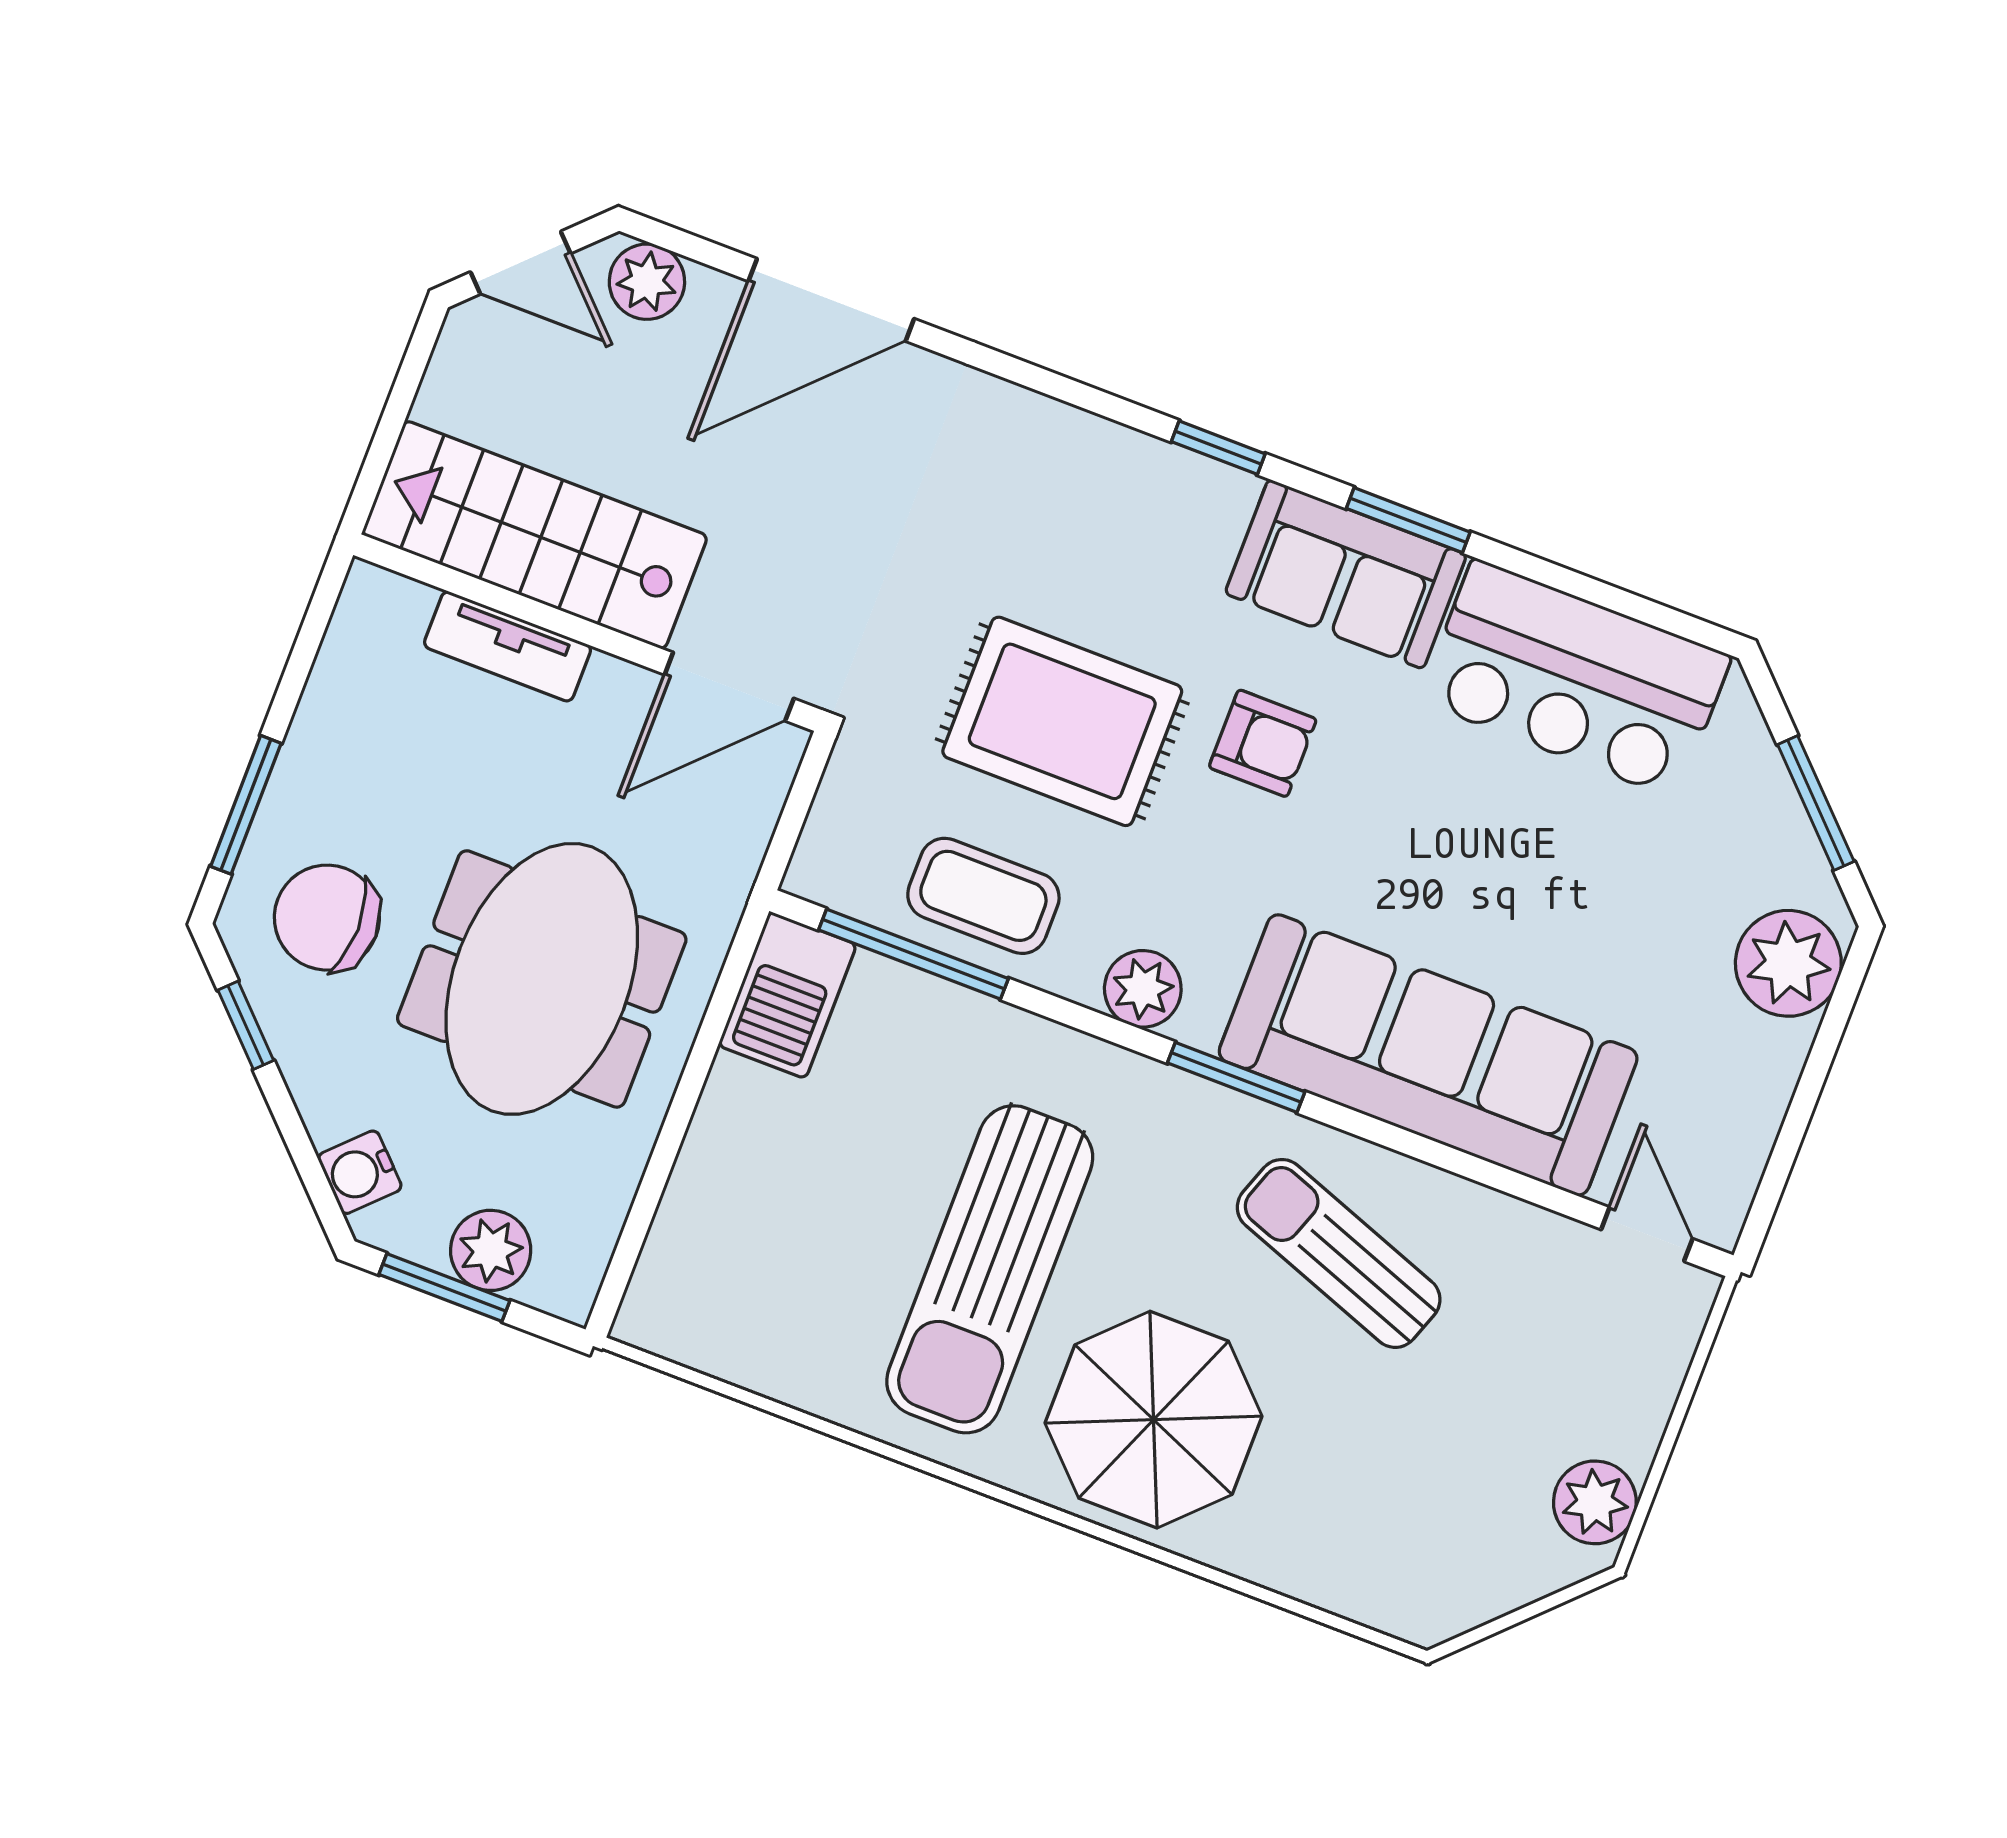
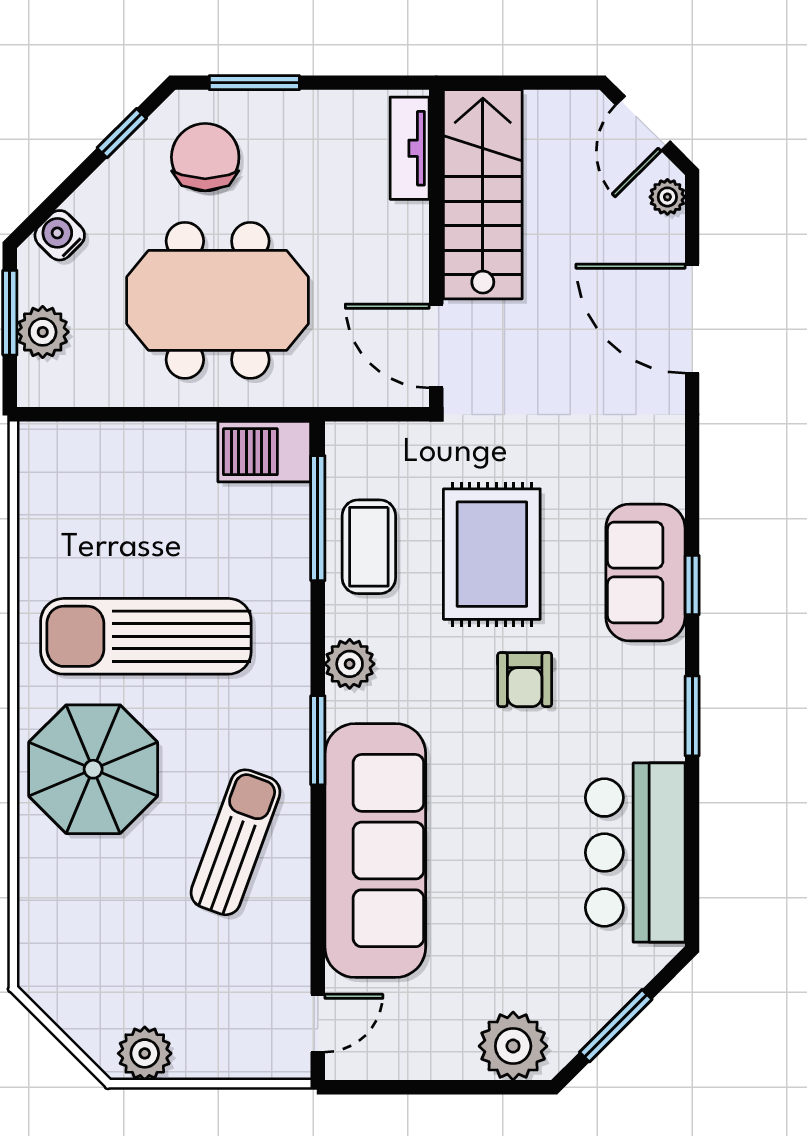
plant: (647, 282) -> (667, 197), width x0.73, depth x0.73
sofa: (1346, 574) -> (645, 573), moved
tv unit: (508, 646) -> (410, 148), moved

